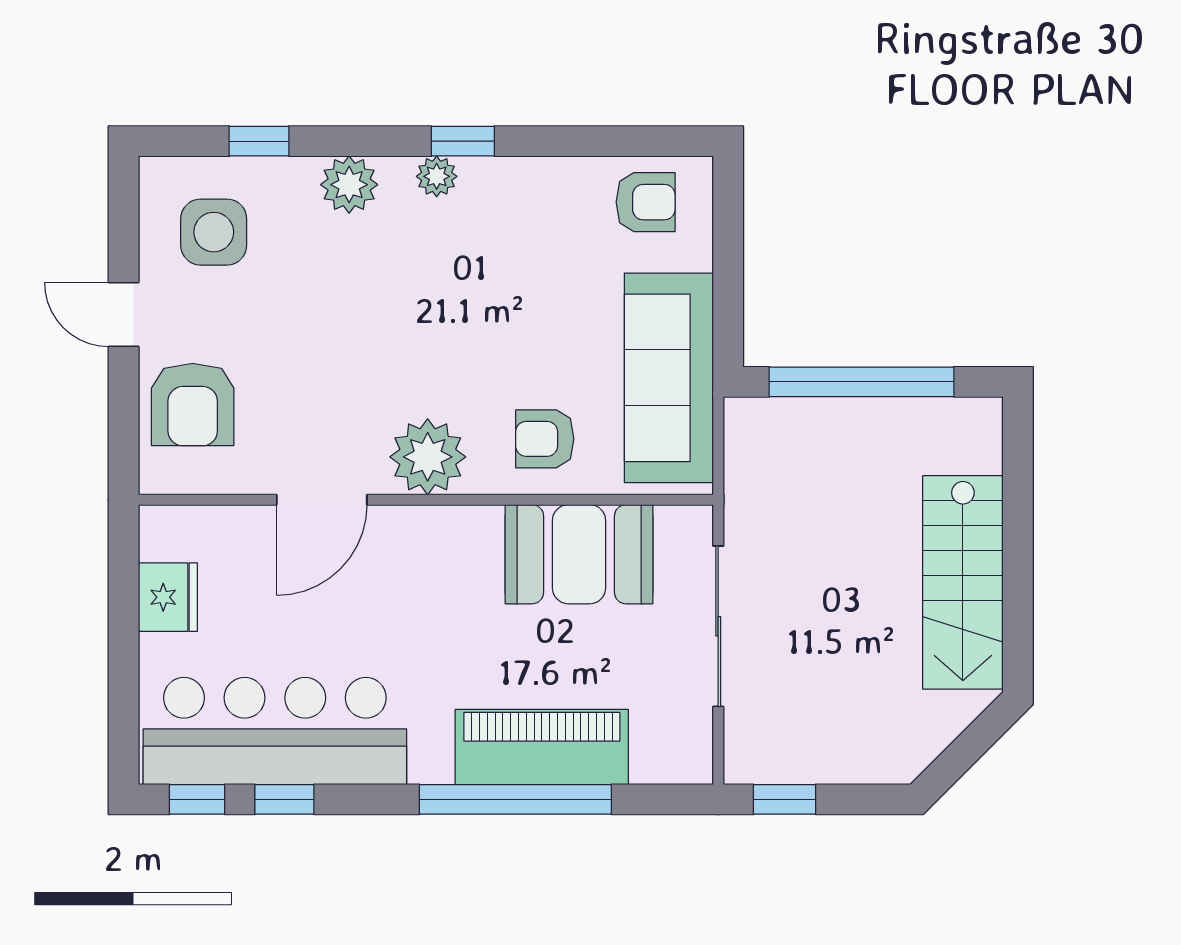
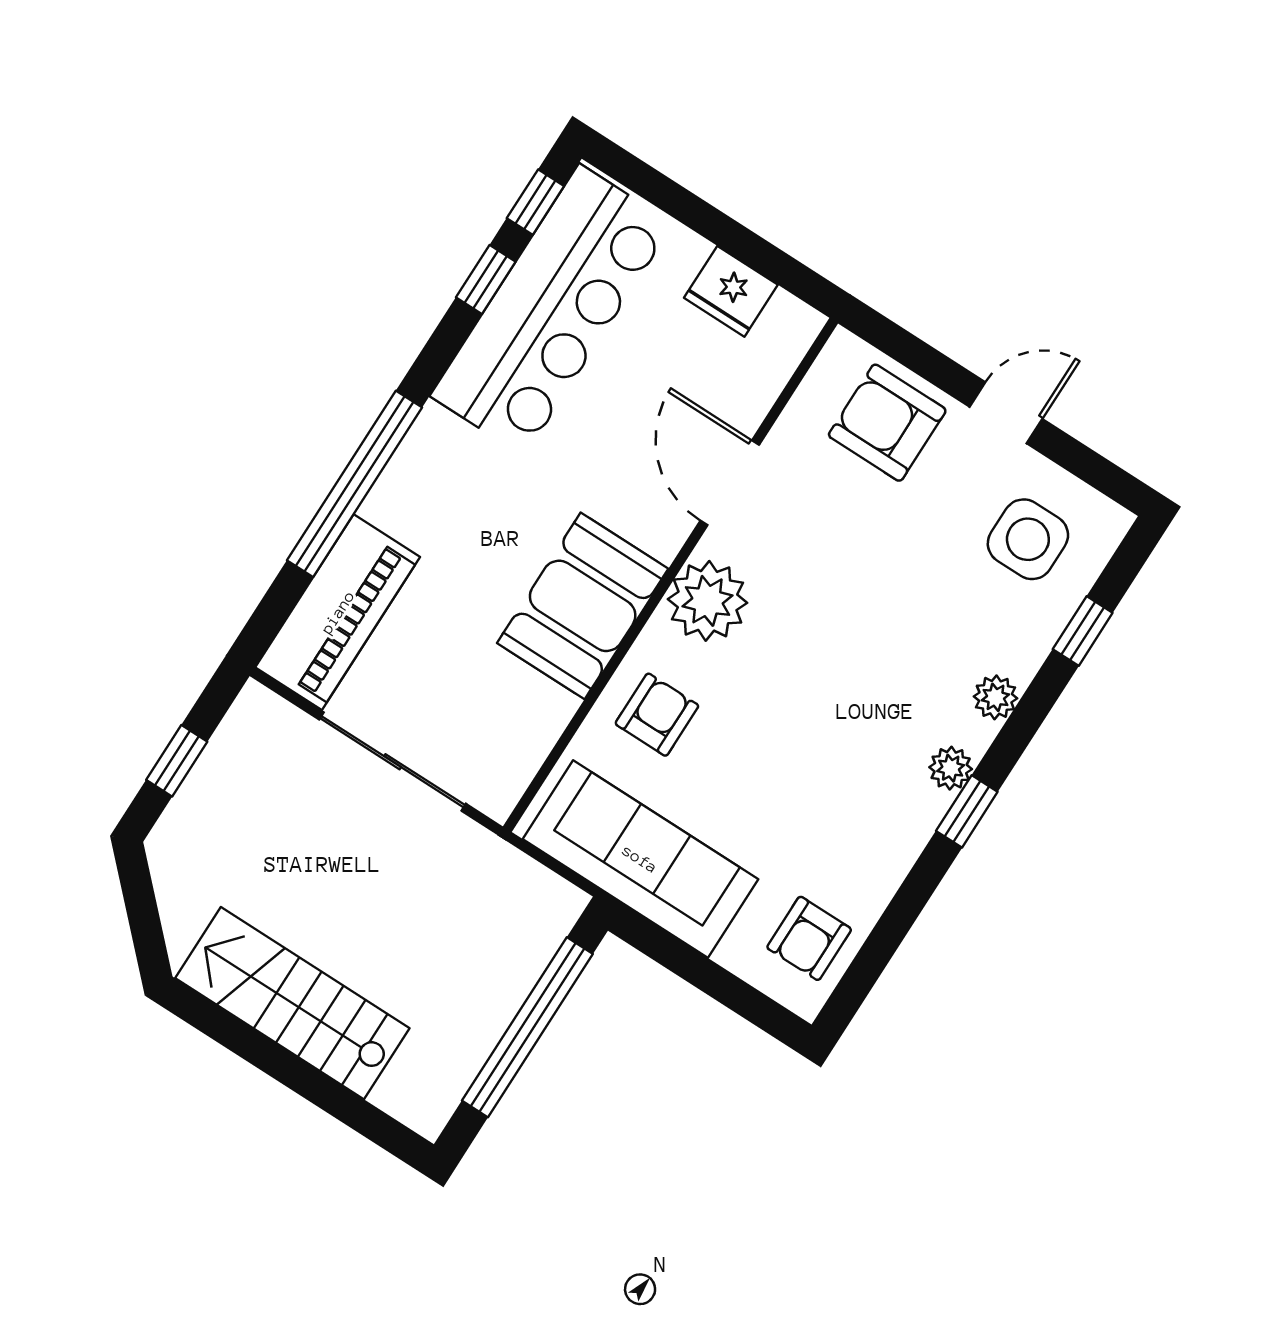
plant: (349, 185) -> (995, 697), width x0.73, depth x0.73
booth: (579, 554) -> (583, 606), moved
piano: (542, 747) -> (338, 612), moved
window: (784, 799) -> (177, 761), moved

